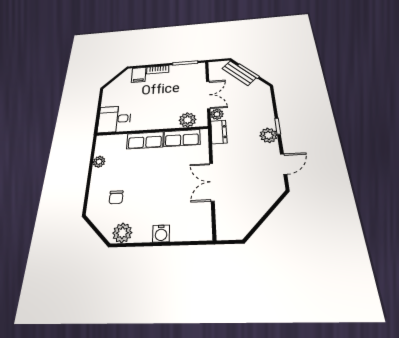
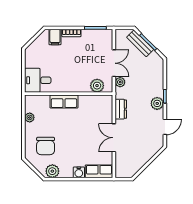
dresser: (219, 132) -> (121, 109), moved
row of seats: (182, 138) -> (99, 171), moved, turned 180
chair: (116, 197) -> (46, 146), width x1.87, depth x1.87

